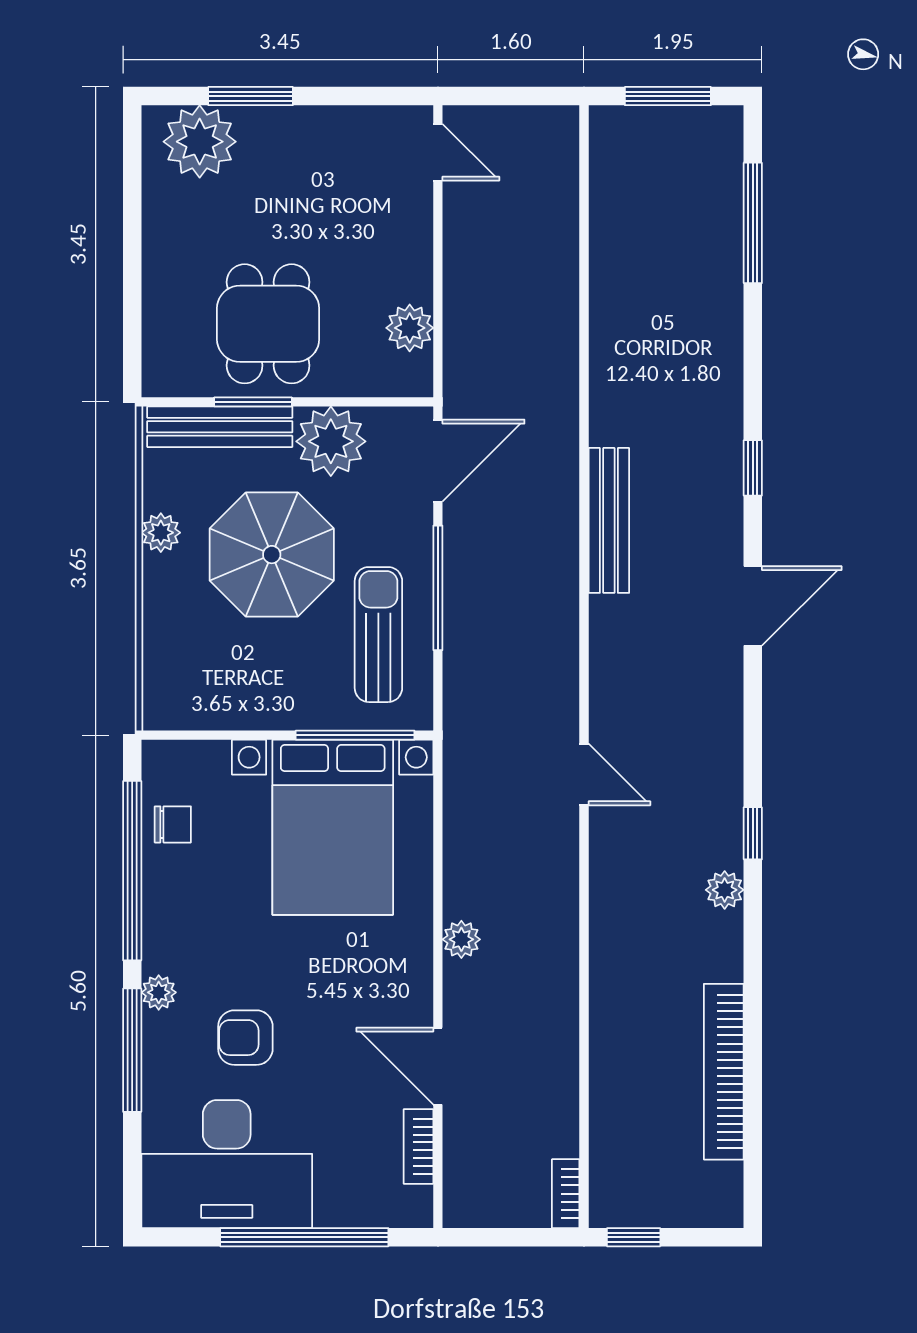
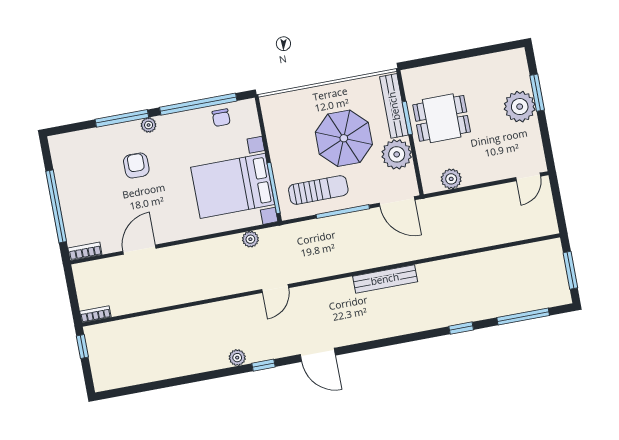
plant: (200, 142) -> (520, 107), moved
window: (753, 468) -> (461, 328), moved
plant: (161, 533) -> (344, 89), removed
door: (753, 606) -> (318, 355), moved
plant: (461, 939) -> (250, 239), moved
bookcase: (724, 1072) -> (160, 372), removed
bookcase: (418, 1146) -> (85, 251), moved
desk: (227, 1164) -> (81, 168), removed

